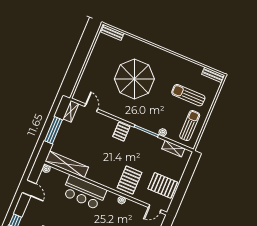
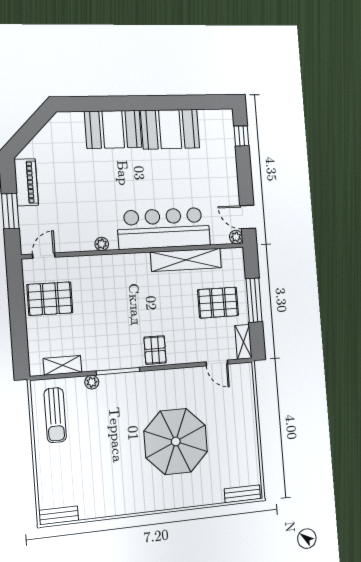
sun lounger: (188, 95) -> (82, 462), removed
shelving: (67, 164) -> (186, 260), moved
pallet: (130, 180) -> (218, 303), moved, turned 90
door: (29, 188) -> (248, 217), moved
bar counter: (84, 192) -> (164, 228), width x1.36

